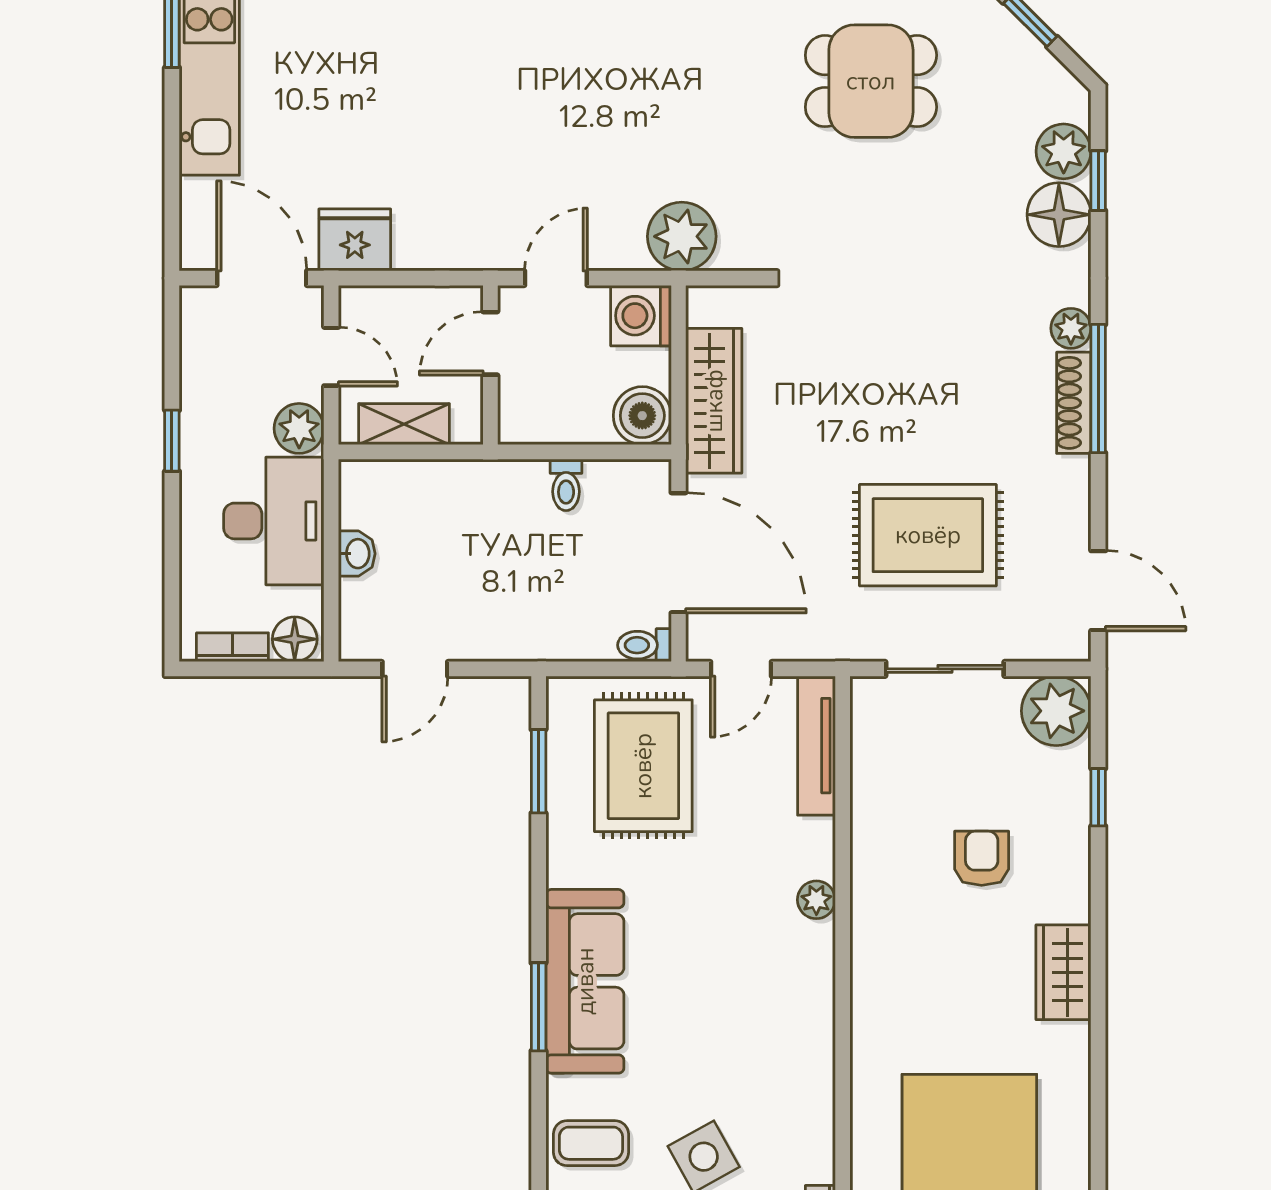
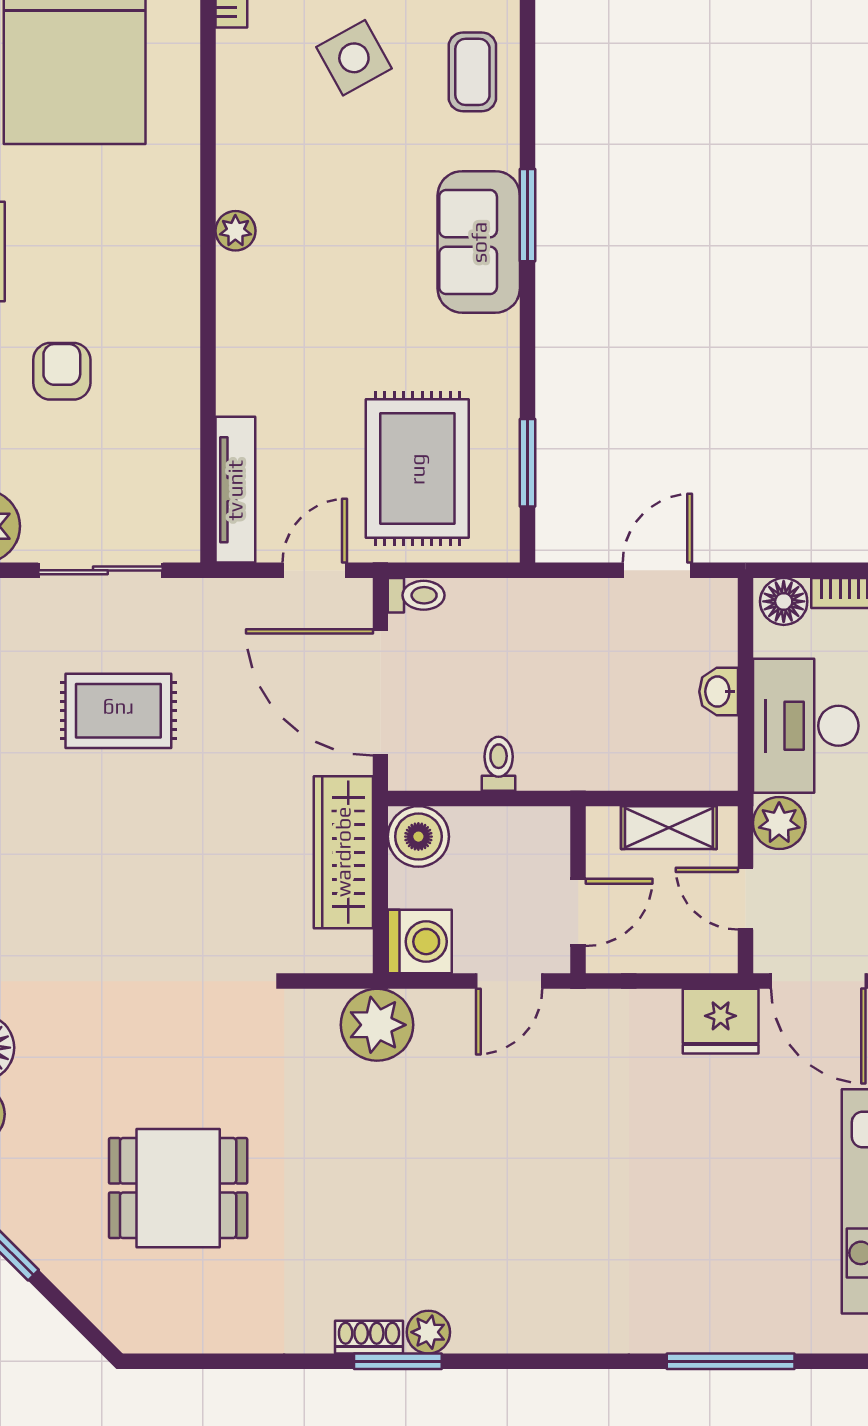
rug: (928, 535) -> (118, 711), width x0.73, depth x0.70
armchair: (982, 858) -> (62, 371), turned 180
plant: (816, 900) -> (235, 231), moved
sofa: (585, 981) -> (479, 242), width x0.73
coffee table: (591, 1143) -> (472, 72), turned 90

